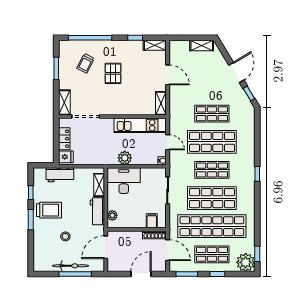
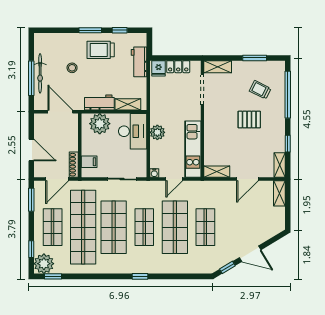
shelving: (202, 46) -> (279, 193), moved
trolley: (49, 210) -> (101, 50), turned 90
plant: (112, 215) -> (100, 124), width x1.88, depth x1.88
window: (217, 274) -> (31, 249), moved

